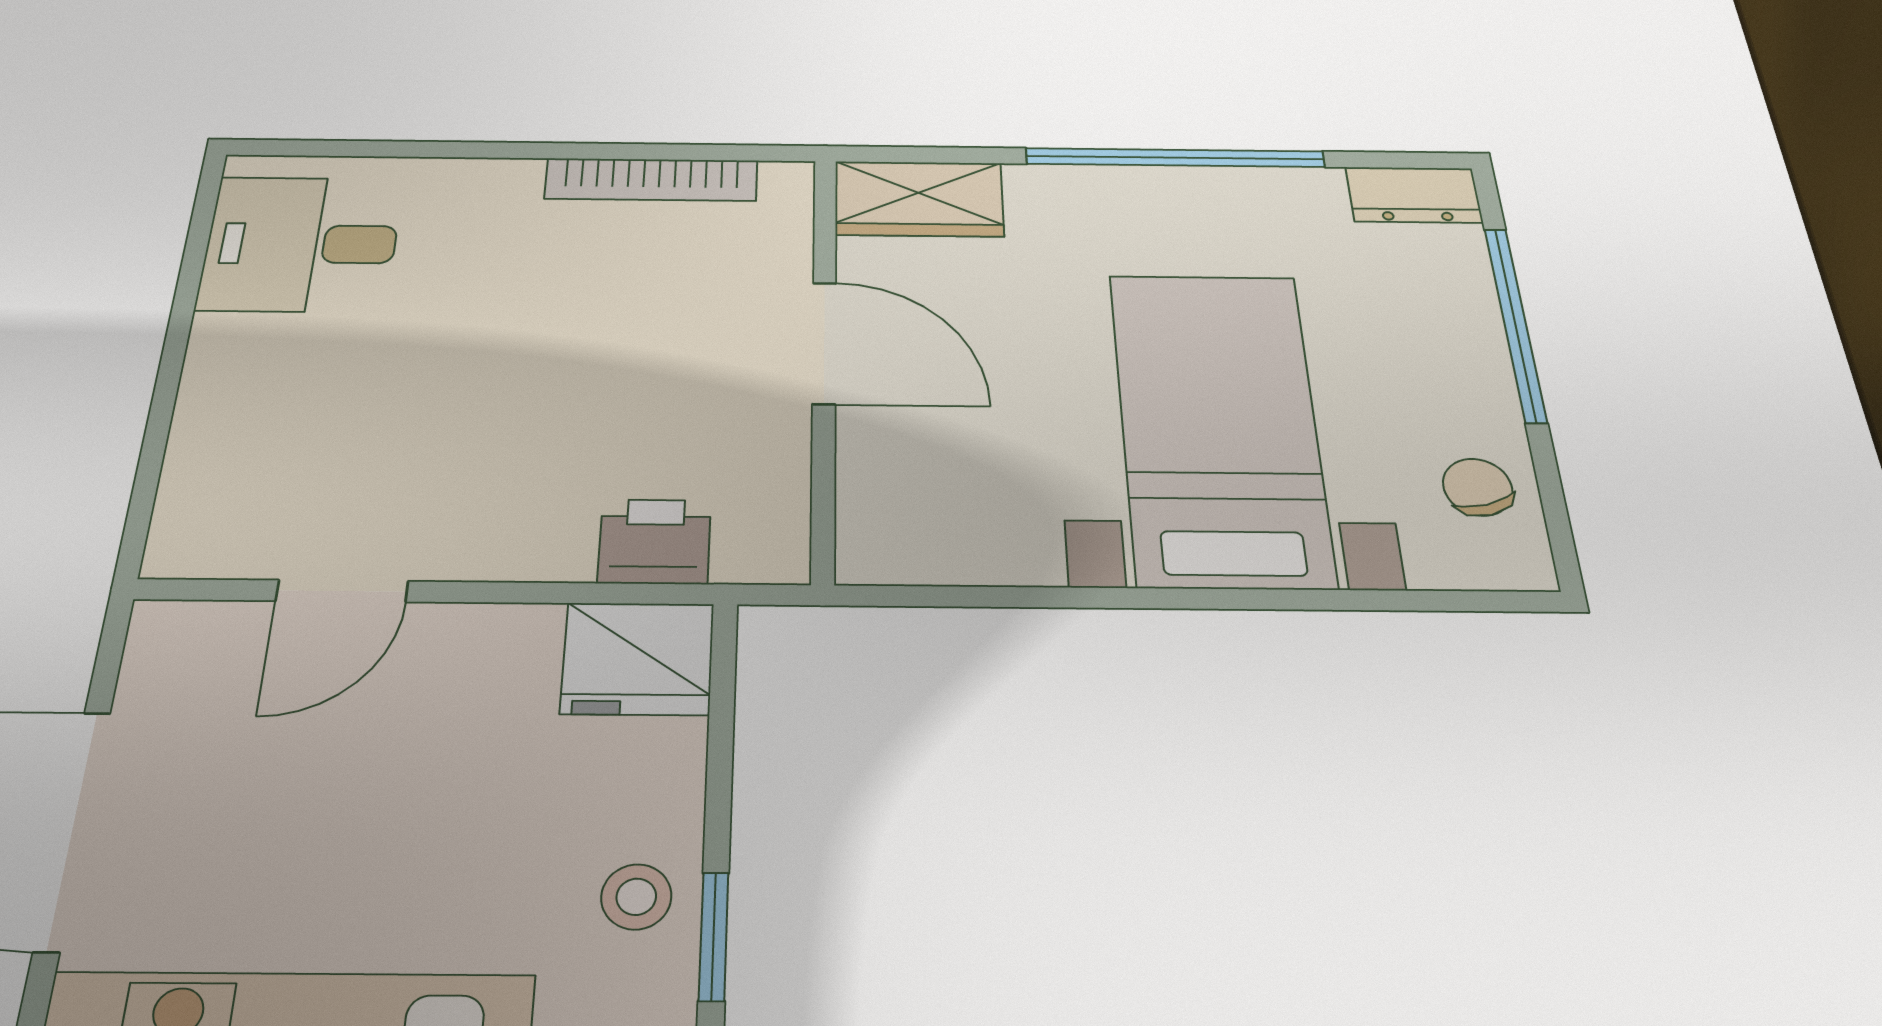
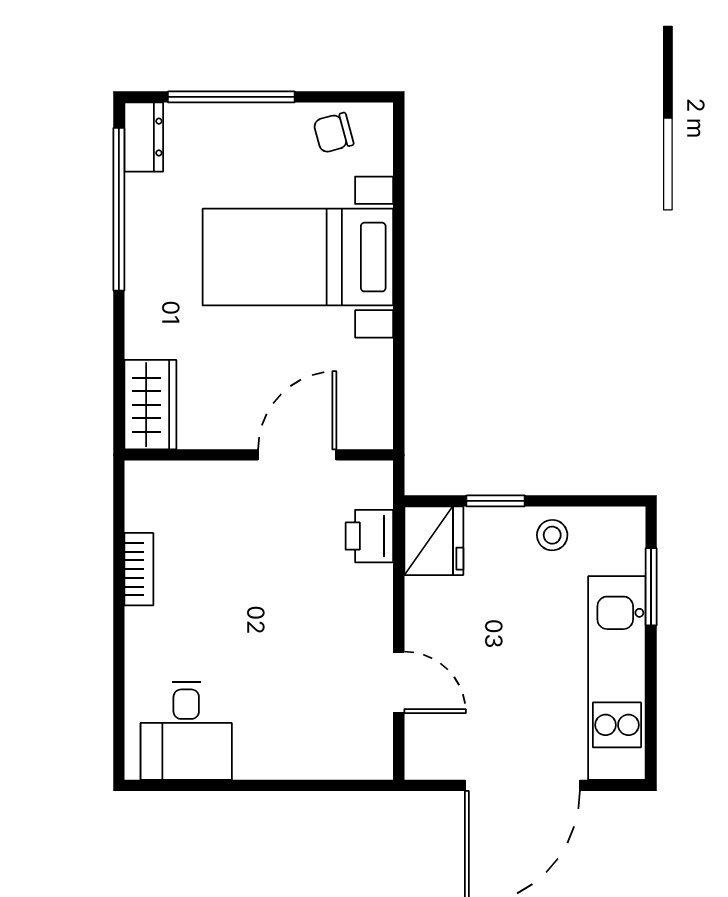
window: (1175, 158) -> (119, 209), moved
bookcase: (651, 180) -> (139, 569), width x0.64
door: (824, 343) -> (297, 455), moved
window: (714, 936) -> (496, 501), moved

